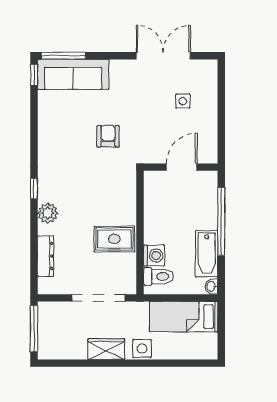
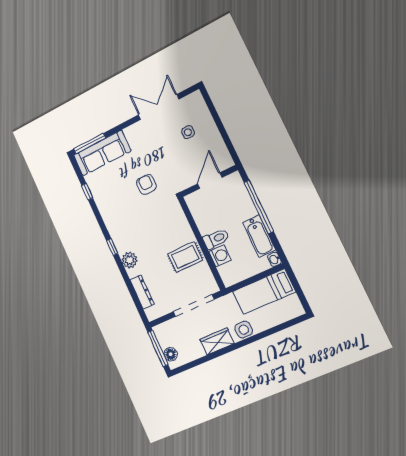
window: (34, 75) -> (87, 192), moved
toilet: (158, 276) -> (216, 239), moved
floor lamp: (46, 341) -> (171, 354), added

